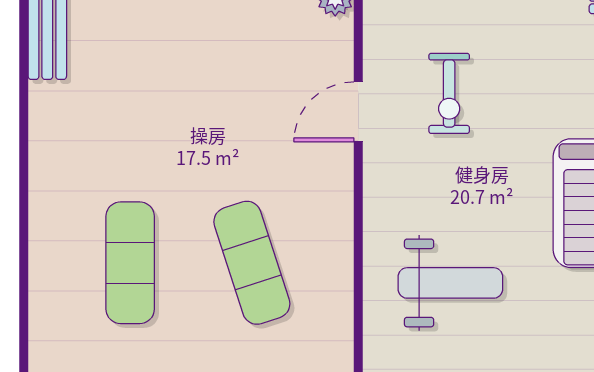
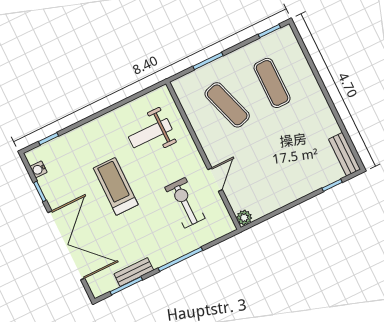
exercise bike: (449, 93) -> (185, 203), width x1.38, depth x1.39

